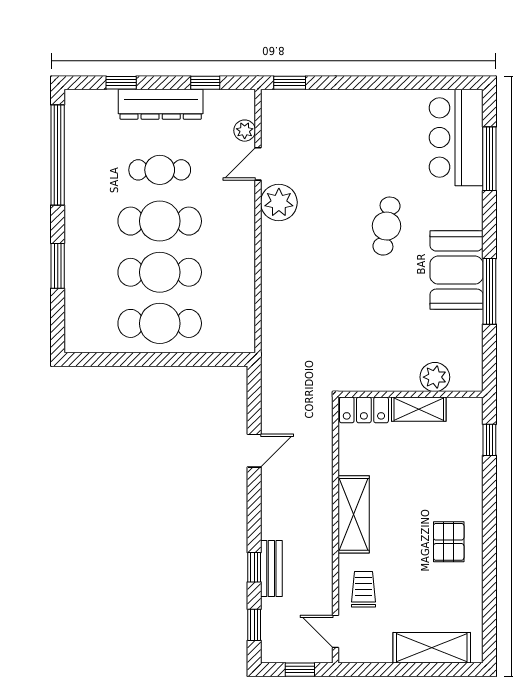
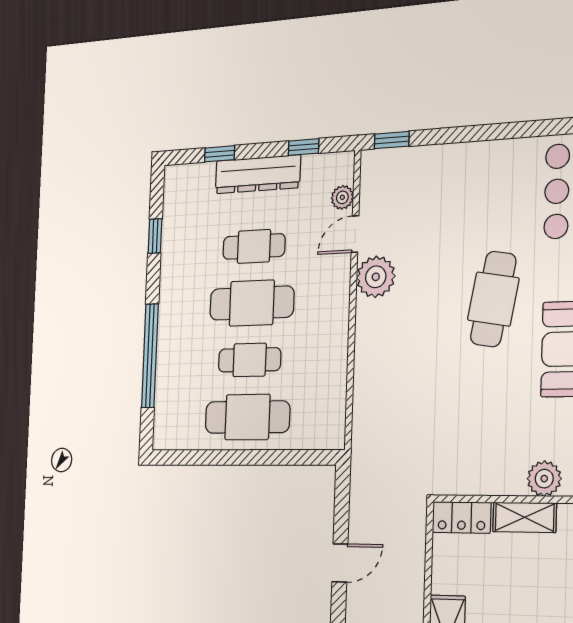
window: (58, 155) -> (155, 236), width x0.32
cafe table: (387, 226) -> (493, 299), width x1.37, depth x1.35
window: (58, 266) -> (150, 356), width x2.11
cafe table: (160, 272) -> (250, 360), width x0.73, depth x0.74

